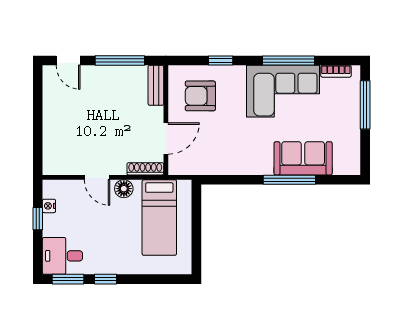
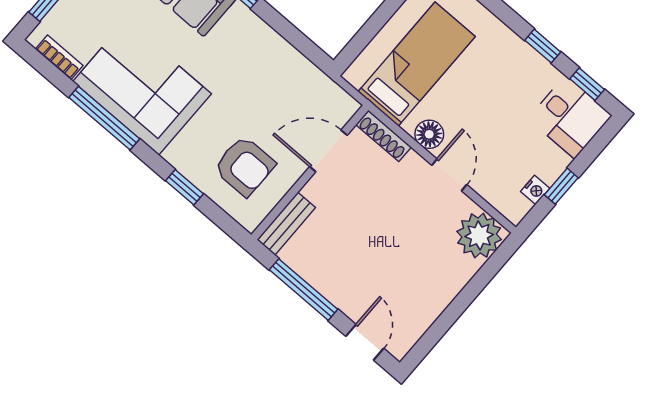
plant: (57, 160) -> (479, 236), added
window: (68, 279) -> (587, 84), width x0.67

